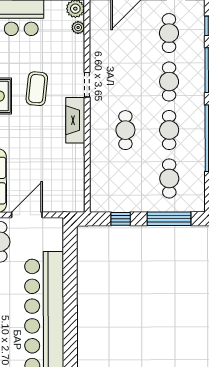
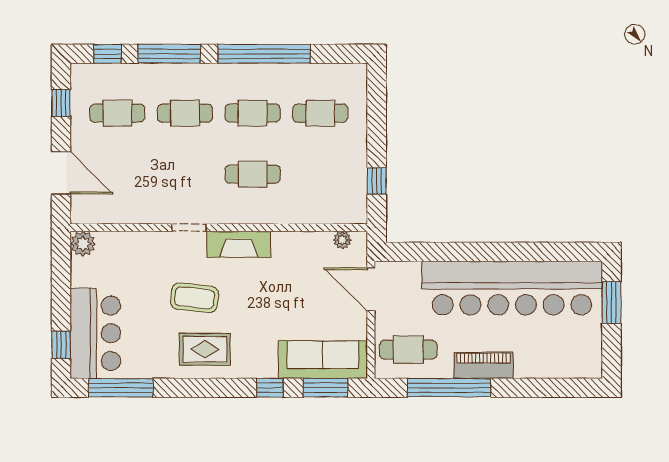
plant: (78, 27) -> (342, 240), moved
door: (27, 215) -> (371, 289), moved
window: (169, 219) -> (377, 114), removed

